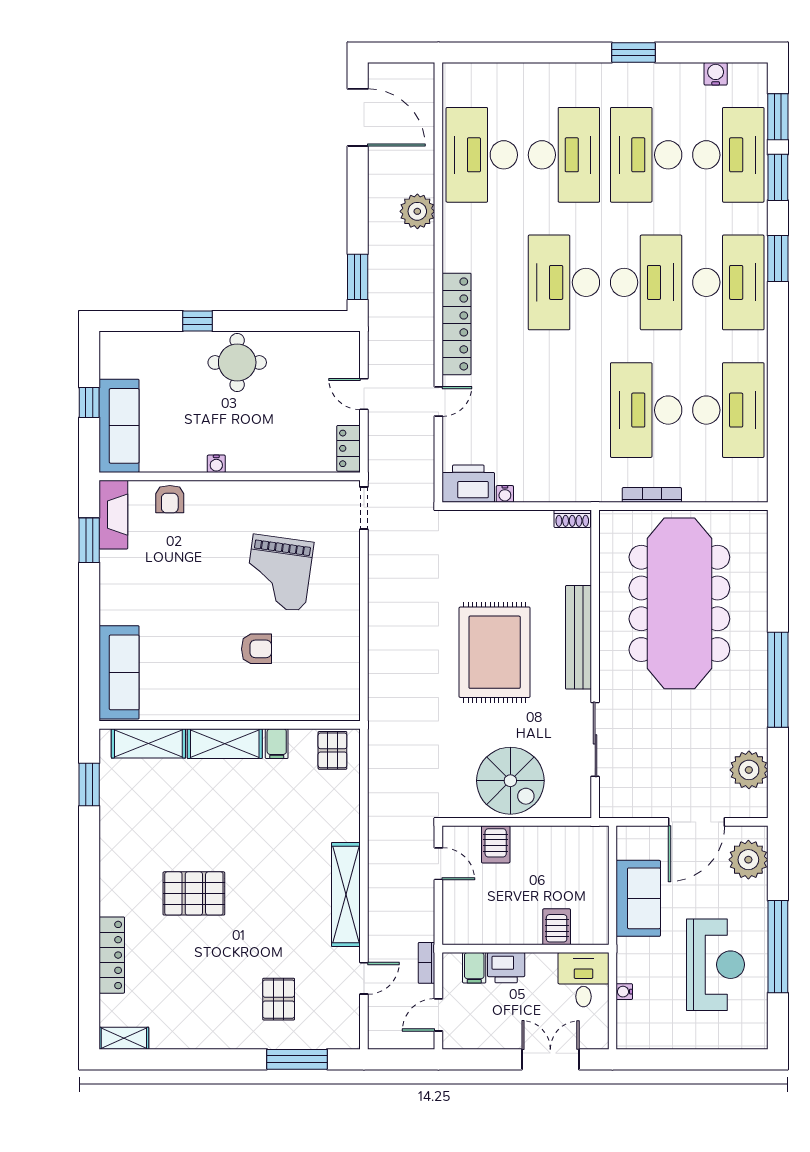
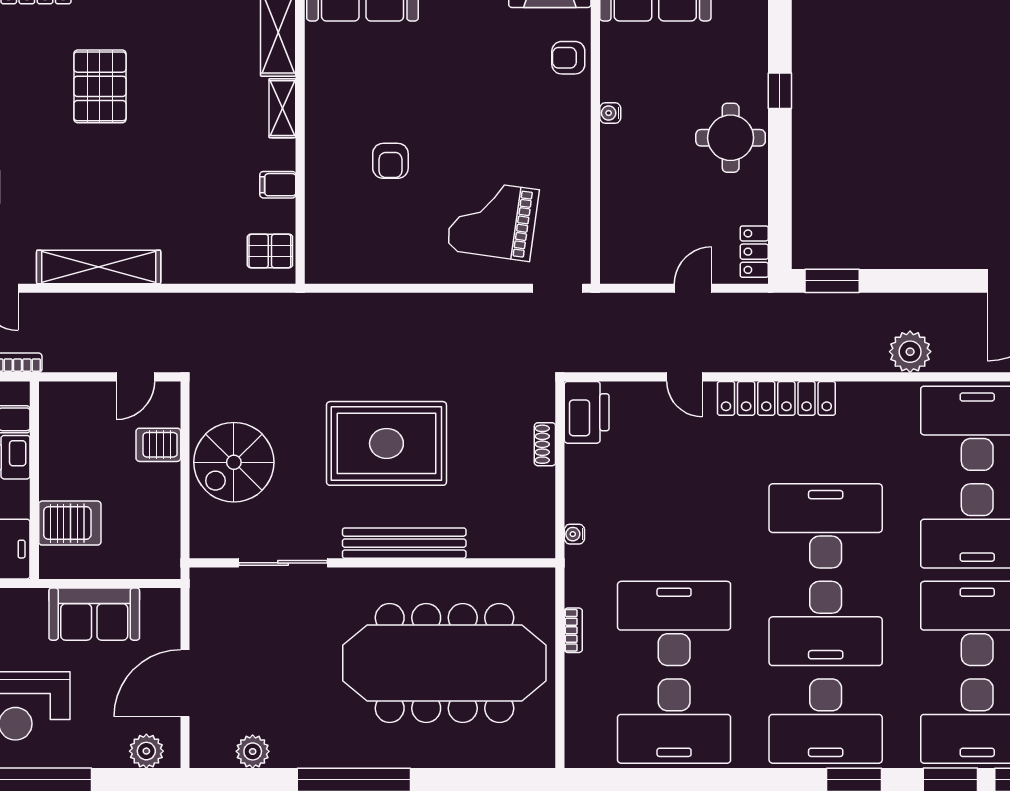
locker: (349, 448) -> (754, 252), moved, turned -90
water cooler: (505, 494) -> (574, 534), moved
bookcase: (652, 495) -> (573, 630), width x0.64
shoe rack: (572, 519) -> (545, 444), moved
grand piano: (279, 573) -> (493, 220), moved
shelving: (225, 744) -> (282, 108), width x0.67, depth x0.75
plant: (749, 770) -> (253, 751), width x0.73, depth x0.73
door: (696, 822) -> (185, 683), hinge flipped
plant: (748, 860) -> (146, 751), width x0.73, depth x0.73
server rack: (557, 927) -> (70, 523), width x1.36, depth x1.44

